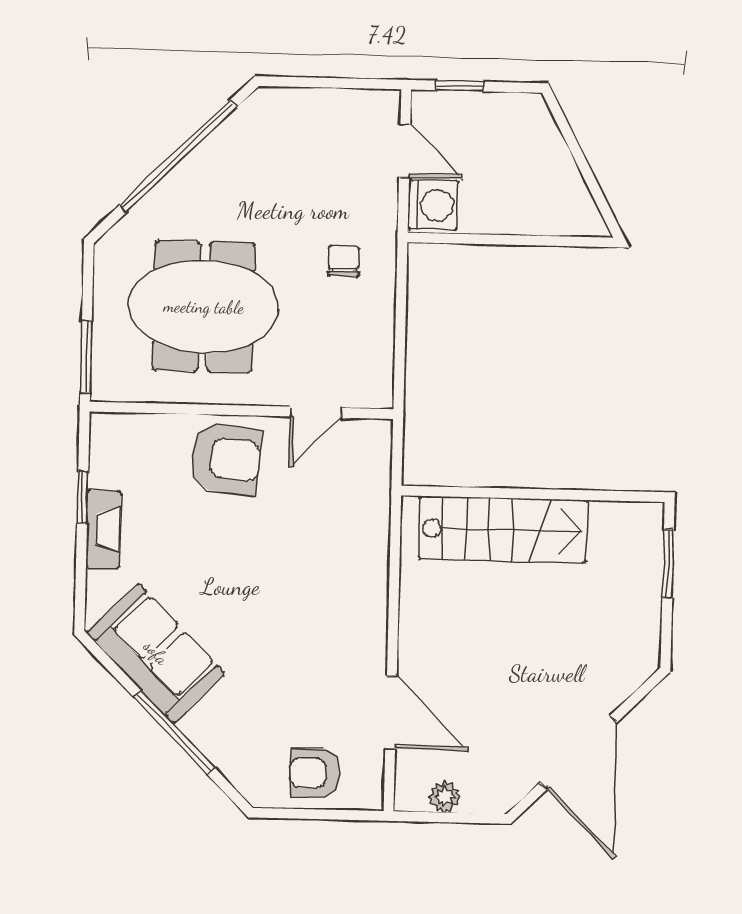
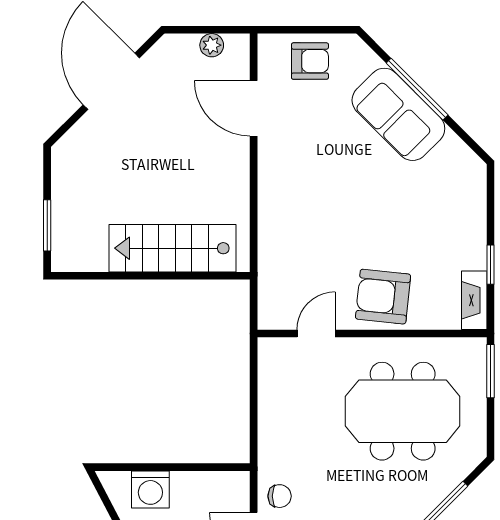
washing machine: (433, 205) -> (150, 489), moved, turned -90
chair: (344, 261) -> (280, 496), moved, turned -90
fireplace: (103, 529) -> (474, 300), moved
sofa: (156, 653) -> (398, 114), moved

